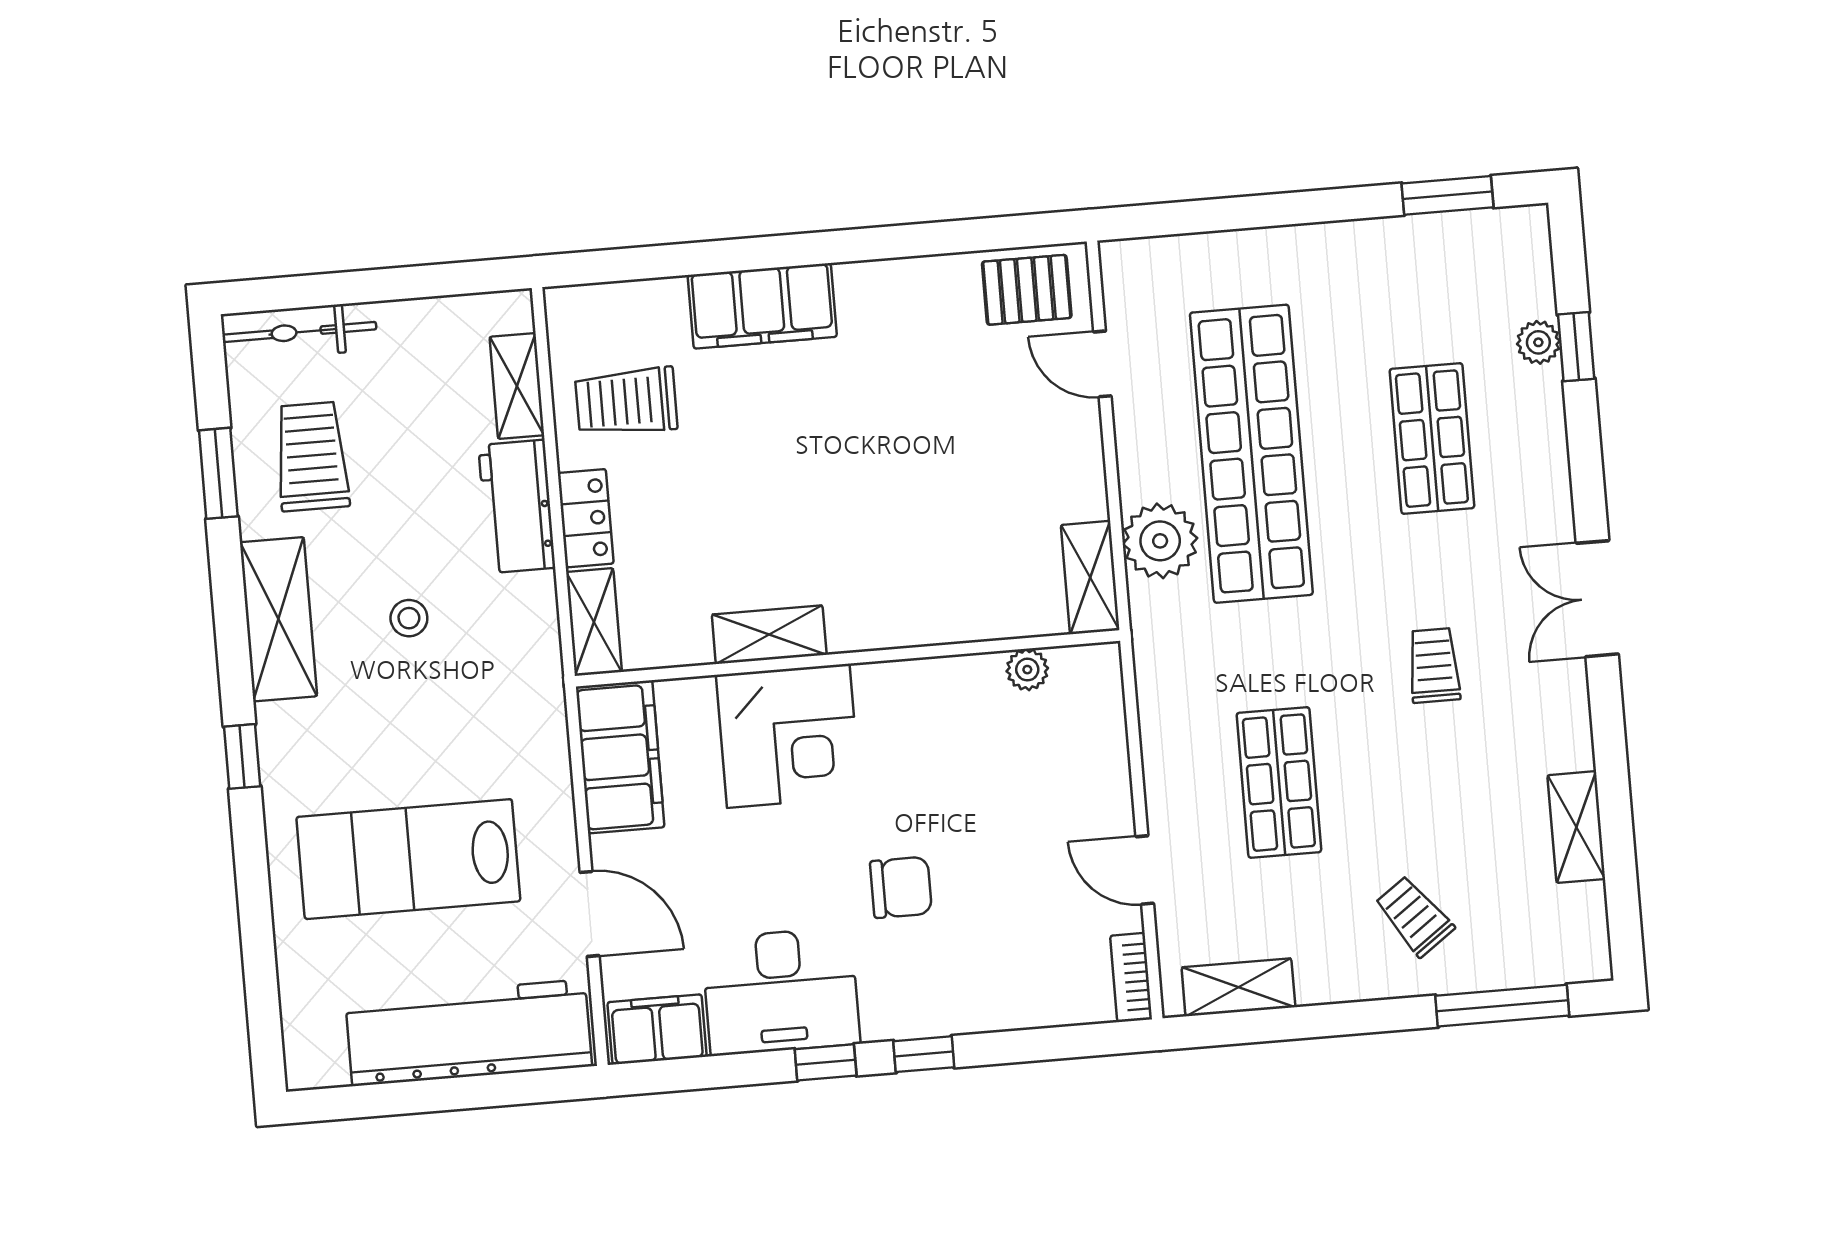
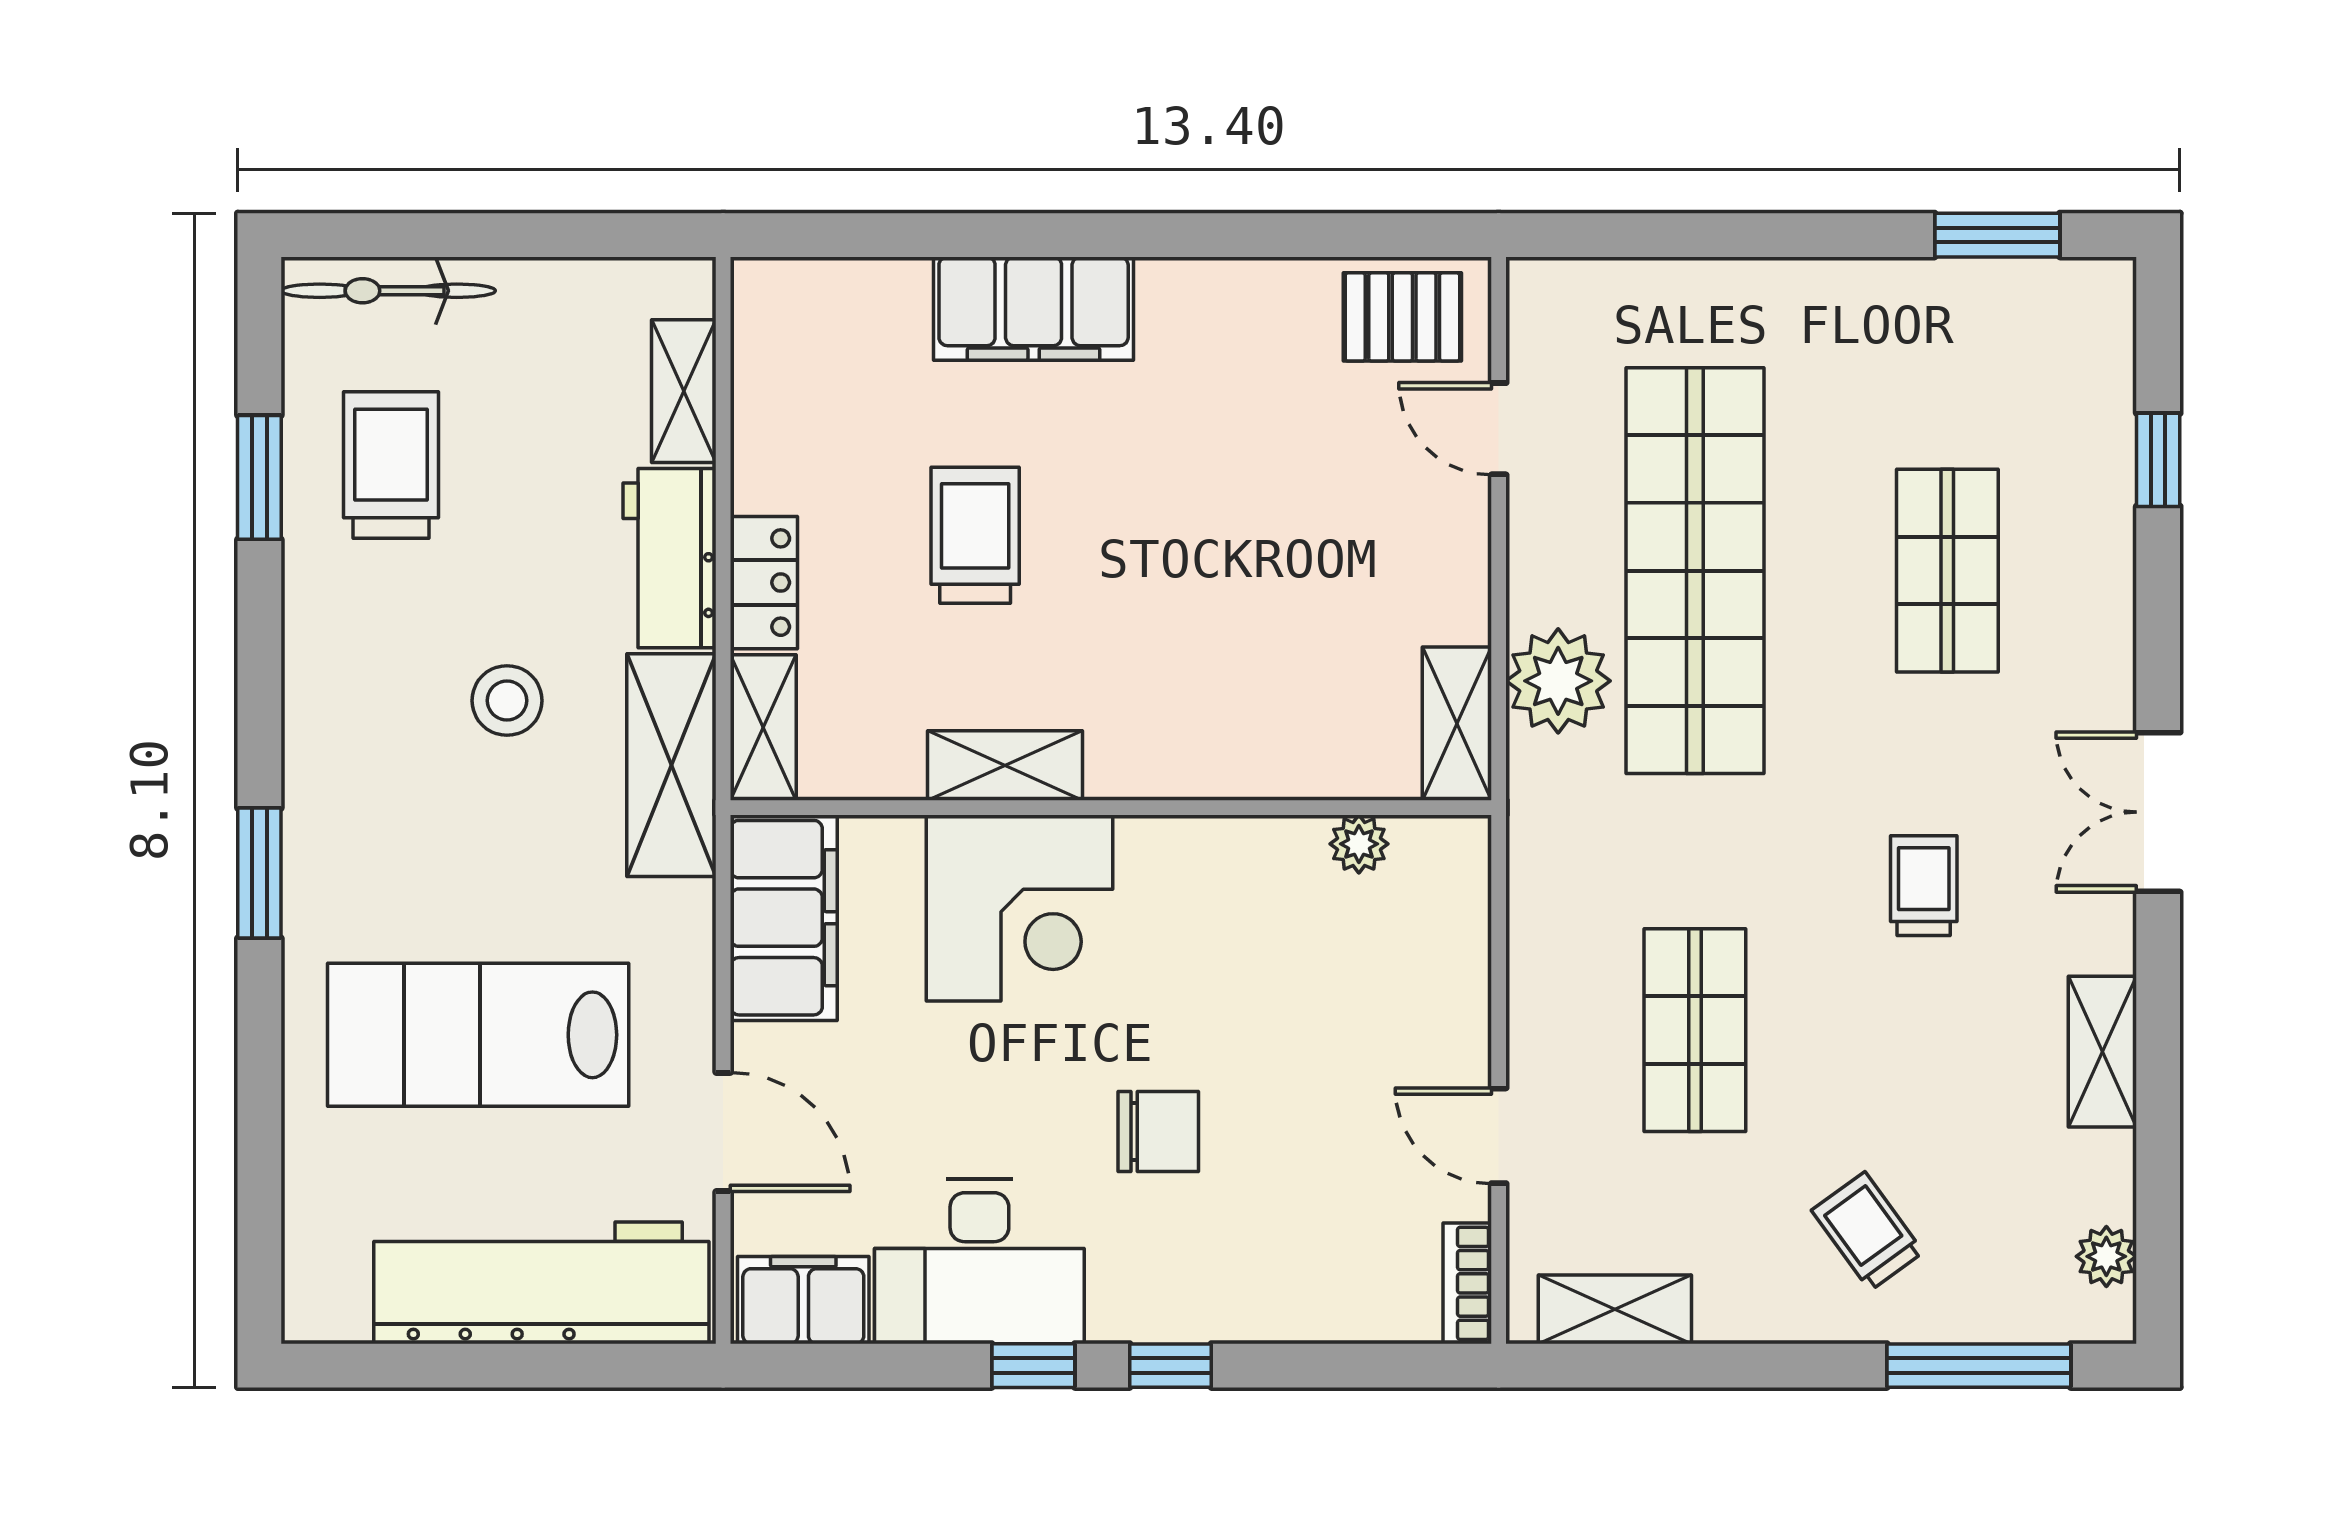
plant: (1538, 342) -> (2106, 1256), moved
trolley: (626, 401) -> (975, 535), moved, turned 90
stool: (409, 618) -> (507, 701), width x1.37, depth x1.37
shelving: (278, 619) -> (671, 765), moved
window: (242, 756) -> (259, 873), width x1.50
shelving: (1576, 827) -> (2102, 1052), moved

